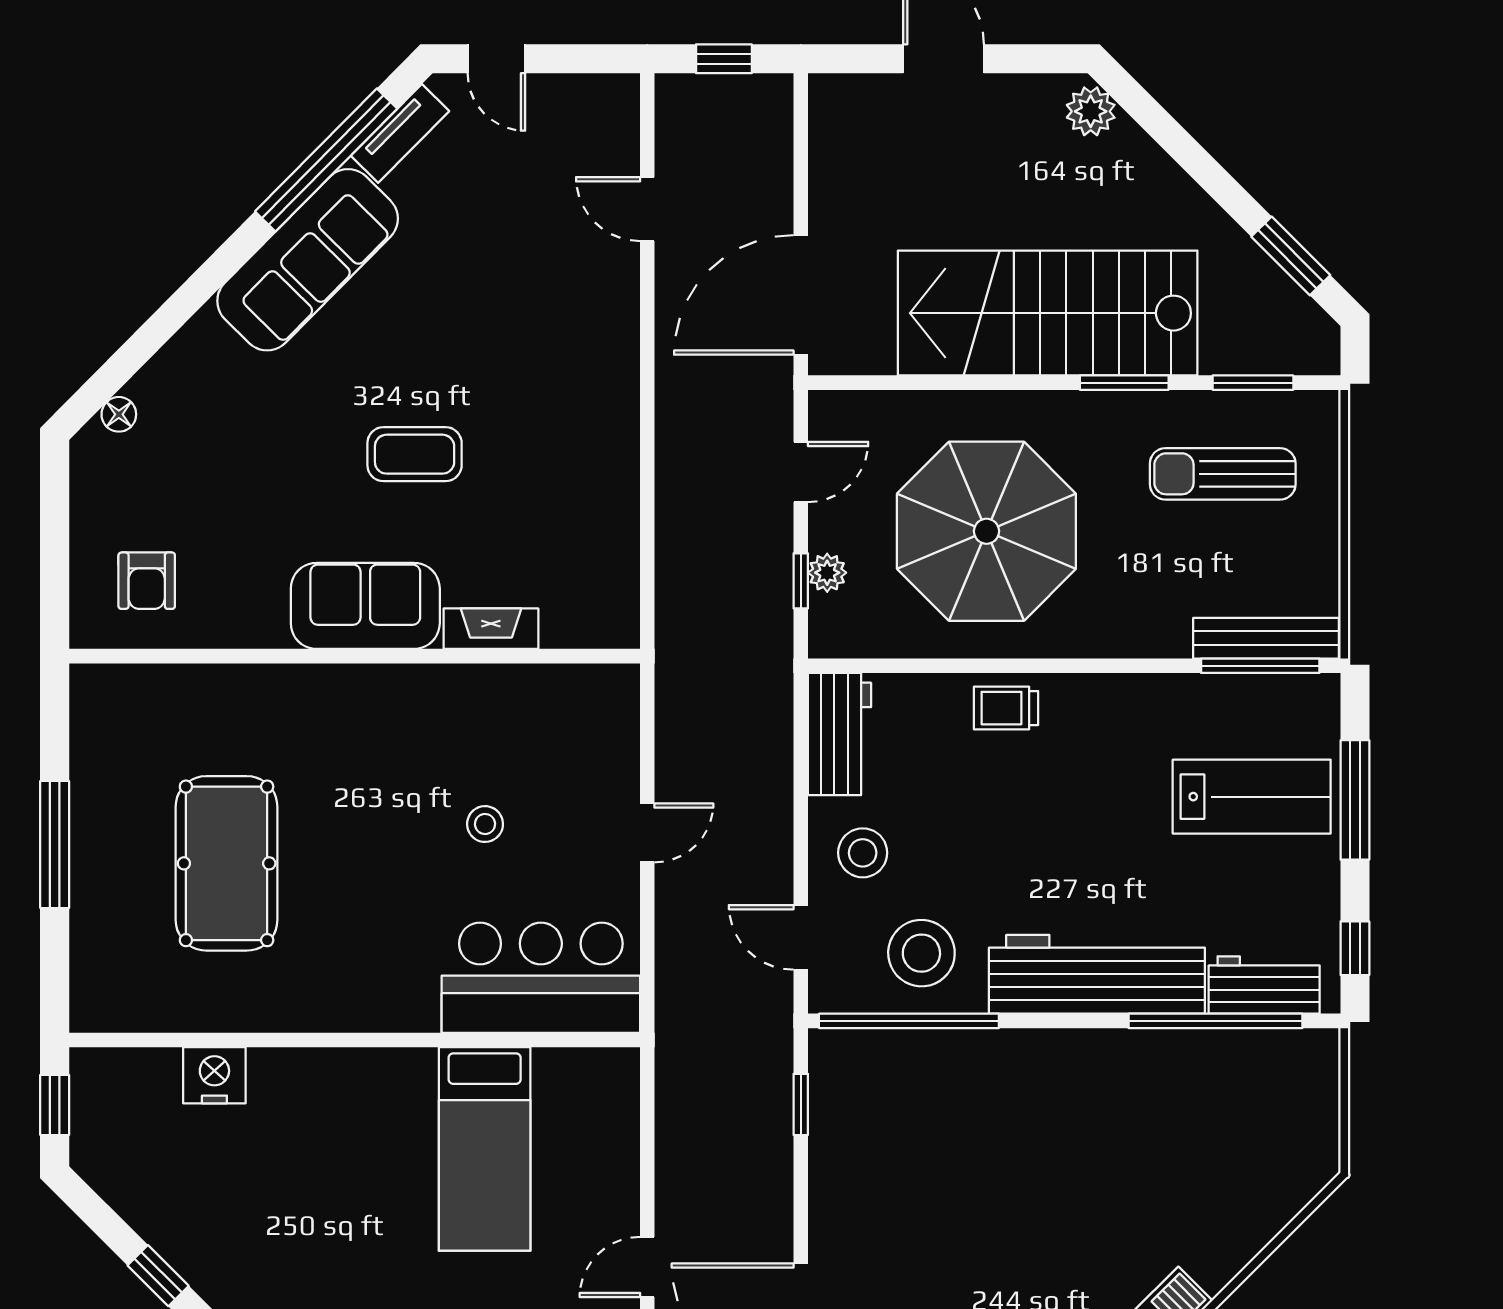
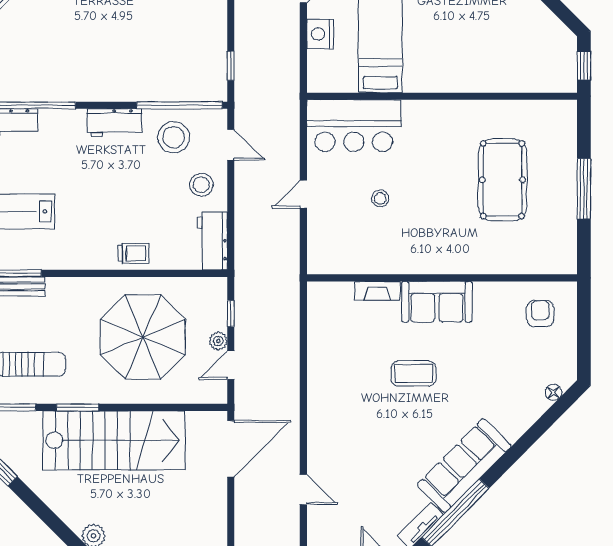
plant: (827, 573) -> (218, 341), moved
workbench: (1097, 974) -> (114, 123), width x0.53, depth x0.76
nightstand: (214, 1075) -> (320, 34), moved, turned 90

